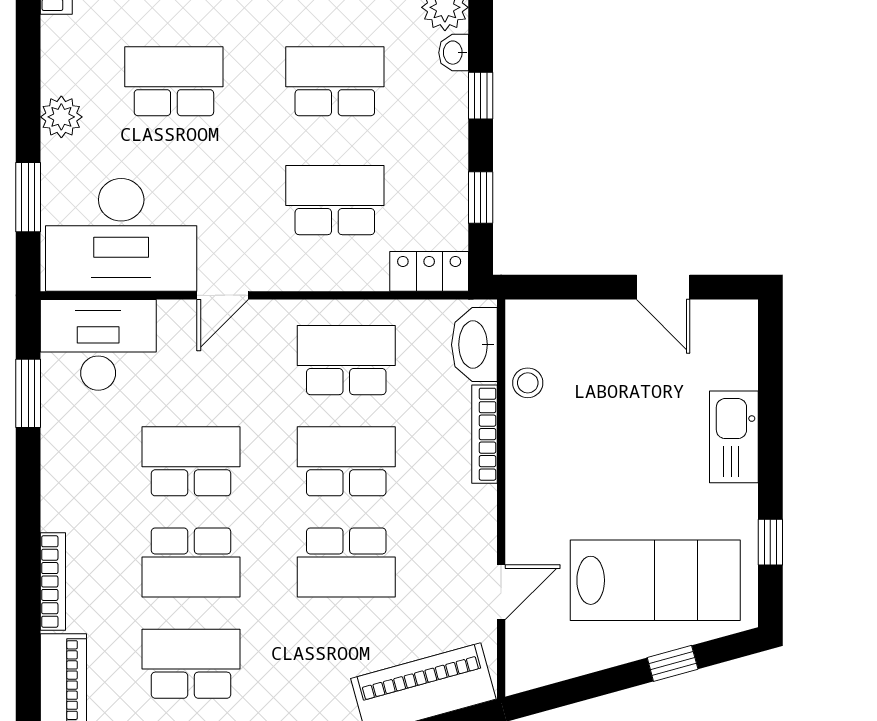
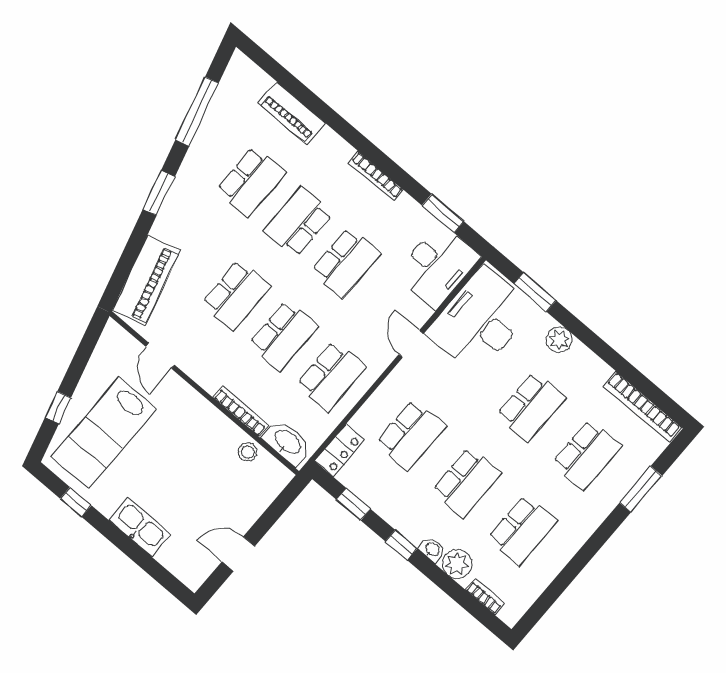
school desk: (346, 562) -> (236, 295), turned 180
bookcase: (53, 581) -> (376, 176), moved

